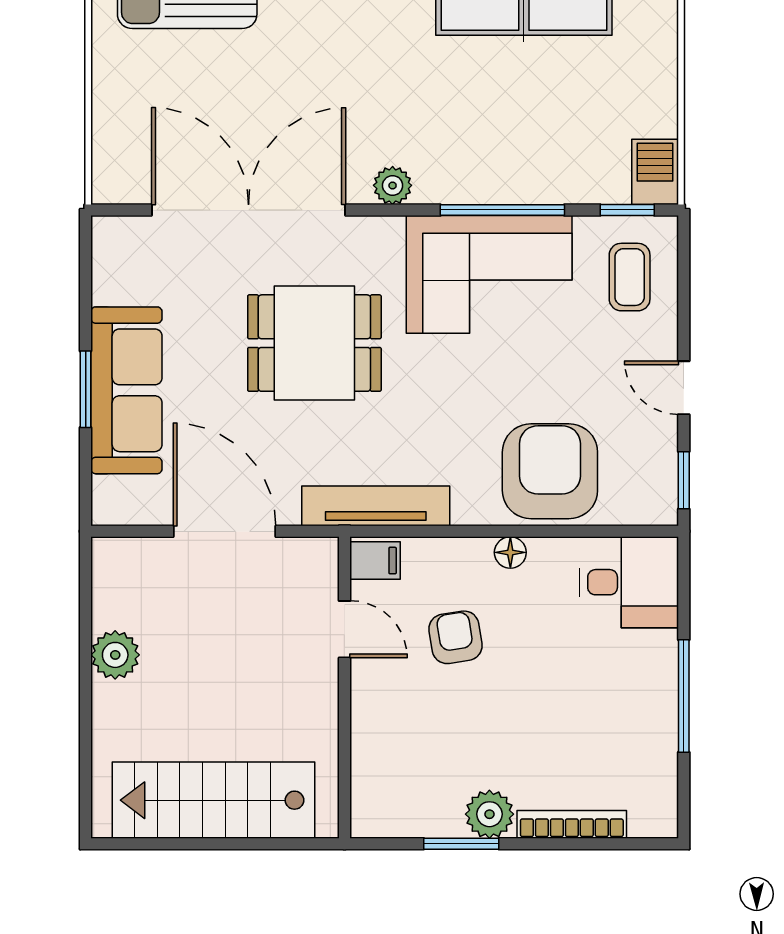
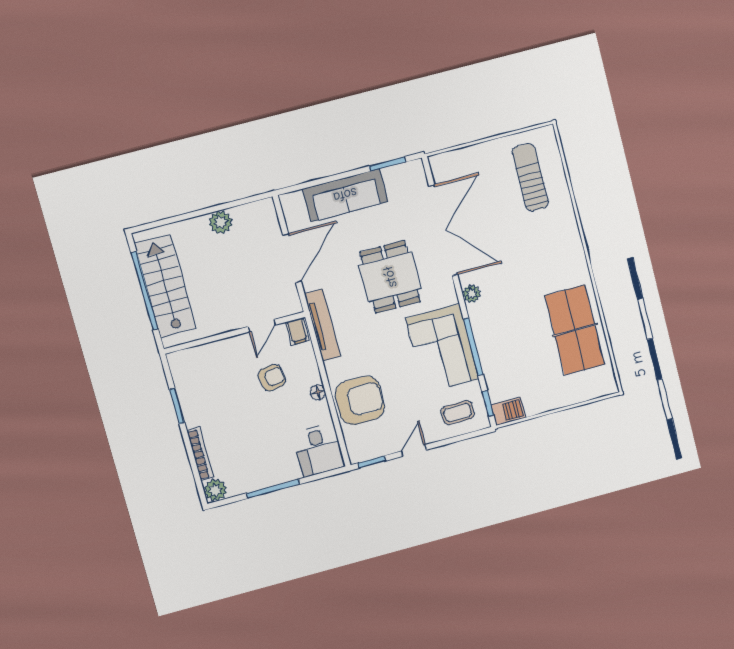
window: (86, 389) -> (387, 164), moved
plant: (489, 814) -> (215, 490), moved
window: (212, 844) -> (145, 291), added

